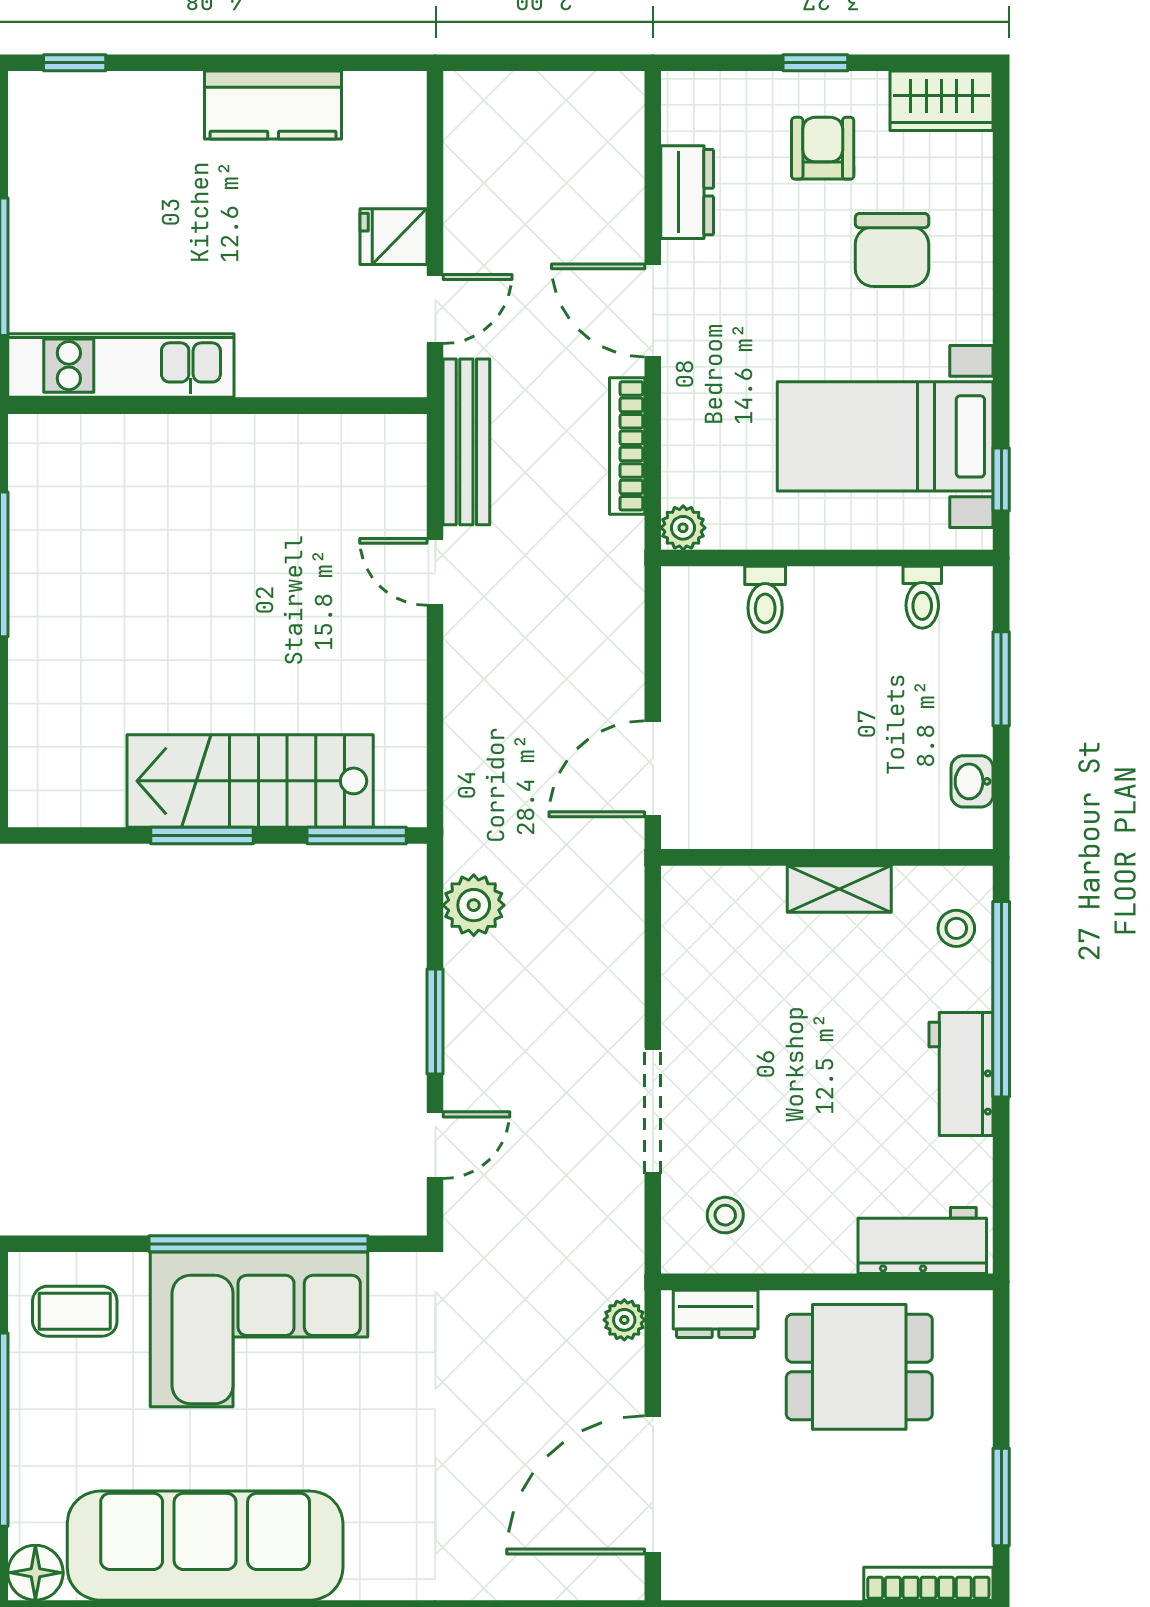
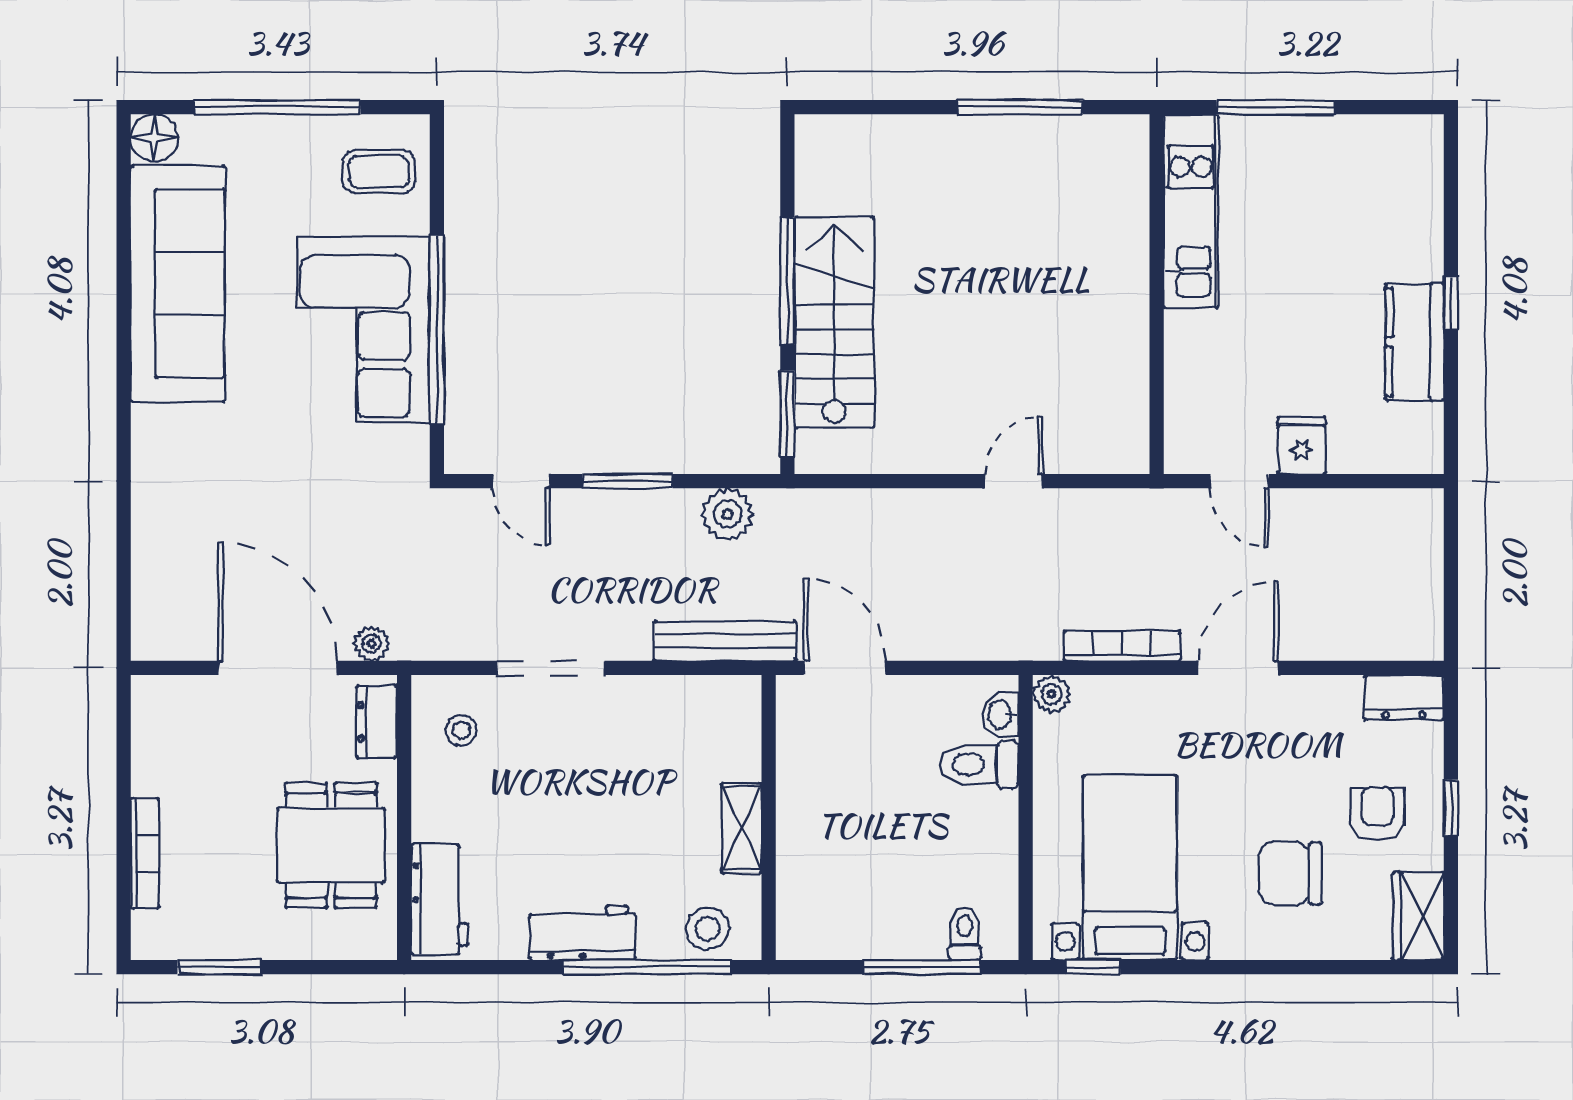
window: (75, 63) -> (1451, 303), moved
armchair: (823, 148) -> (1378, 814), turned -90
dresser: (687, 192) -> (1404, 697), moved
bench: (466, 442) -> (725, 641), moved
toilet: (922, 597) -> (965, 933), moved, turned 90
toilet: (765, 599) -> (979, 764), width x1.37, depth x1.39
window: (1001, 679) -> (922, 967), width x1.44
washbasin: (972, 781) -> (1001, 715), moved, turned -90
window: (202, 836) -> (787, 281), width x1.44
stool: (956, 928) -> (708, 929), width x1.37, depth x1.37
coffee table: (75, 1311) -> (379, 172), turned 90
door: (653, 1485) -> (278, 668), moved
bookcase: (928, 1584) -> (145, 853), moved

